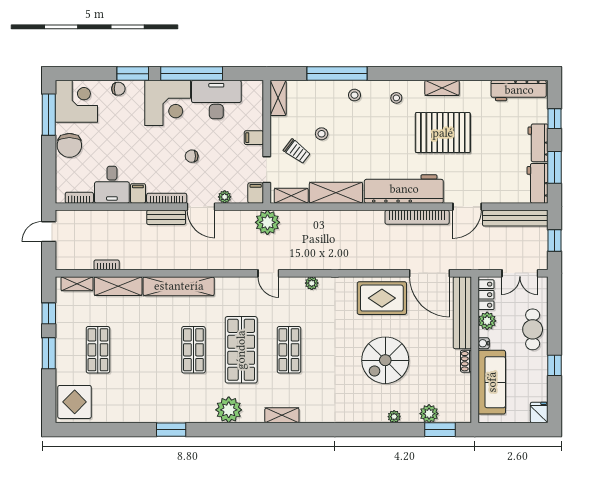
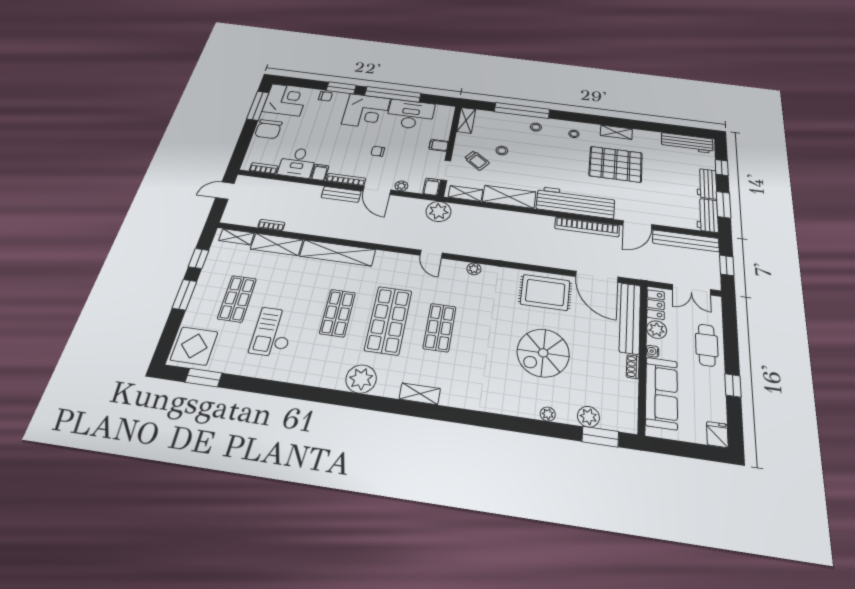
checkout: (140, 378) -> (273, 332), added
window: (171, 430) -> (204, 378), moved

